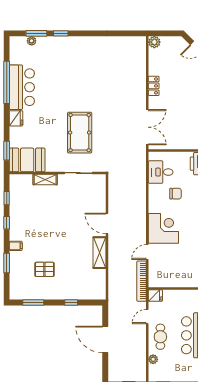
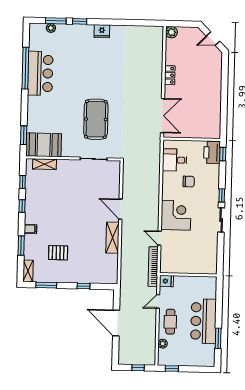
fridge: (16, 118) -> (102, 31), moved, turned 90
shelving: (45, 179) -> (45, 164), moved
door: (147, 252) -> (159, 238), hinge flipped
shelving: (14, 289) -> (28, 271), added

